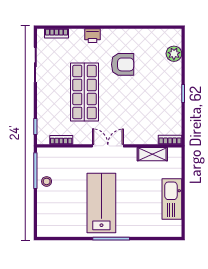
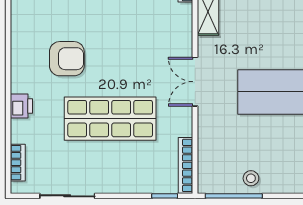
armchair: (123, 64) -> (67, 59), turned 90
bookcase: (61, 140) -> (186, 165), width x1.56

